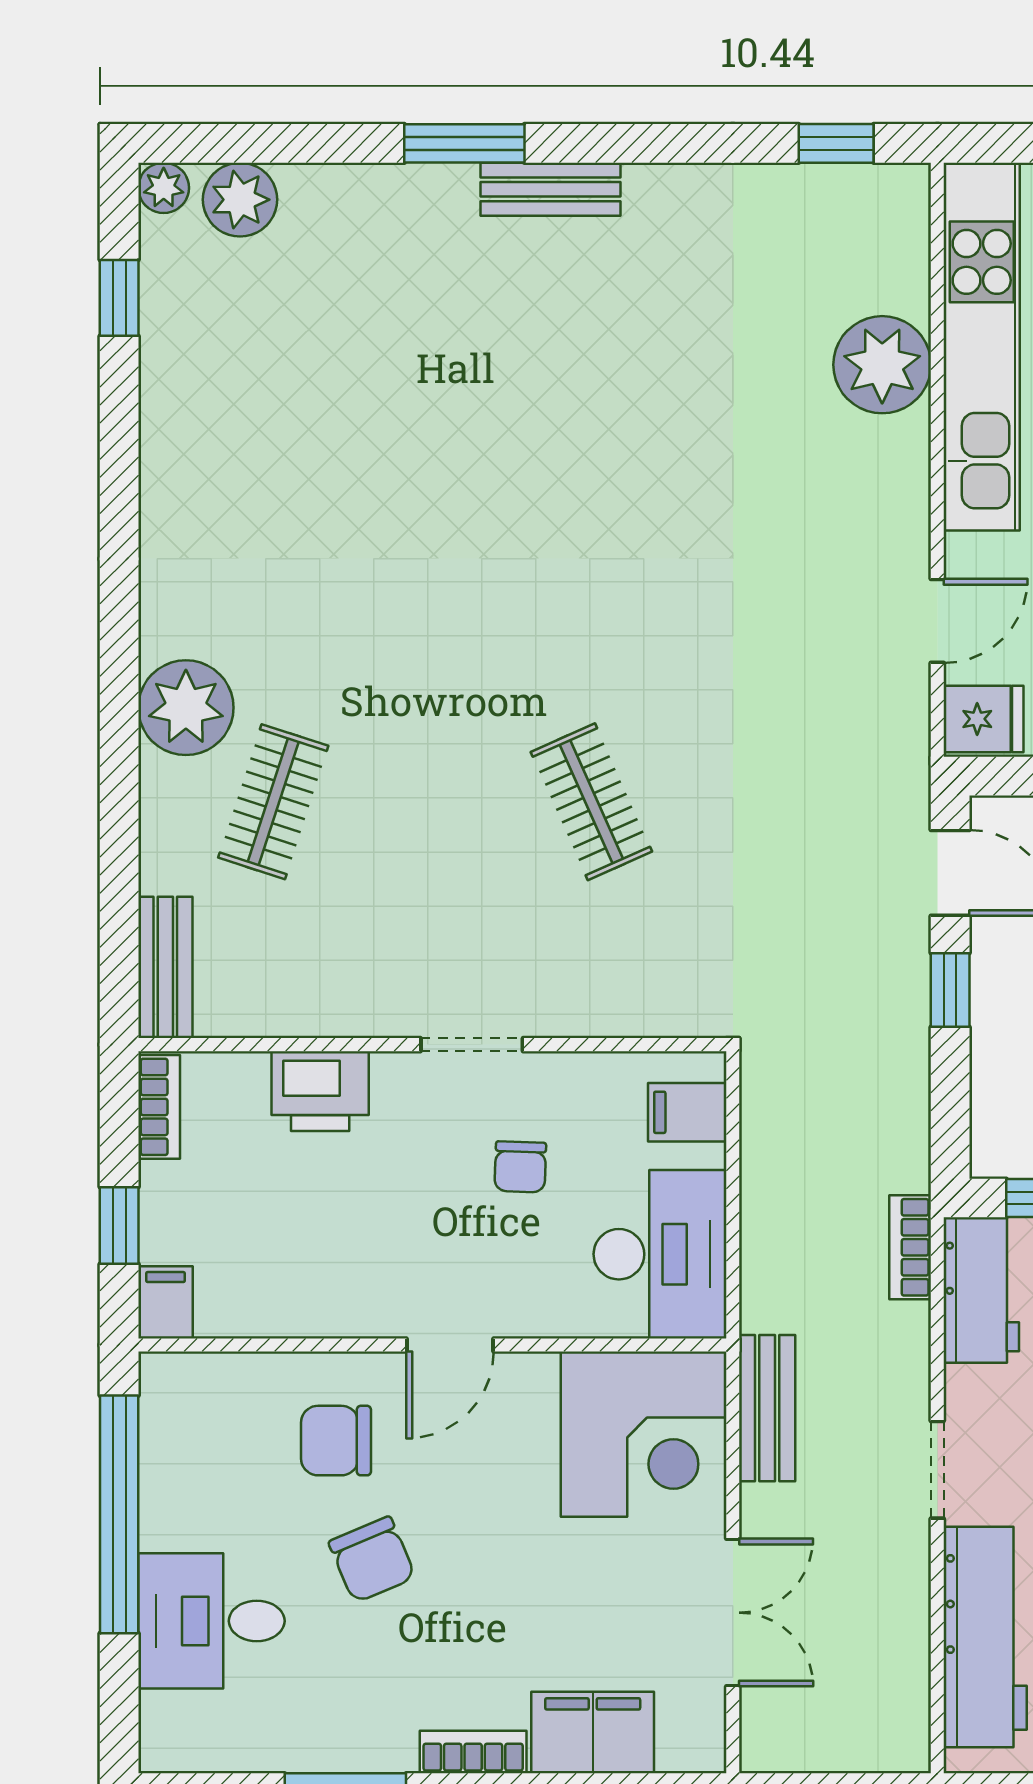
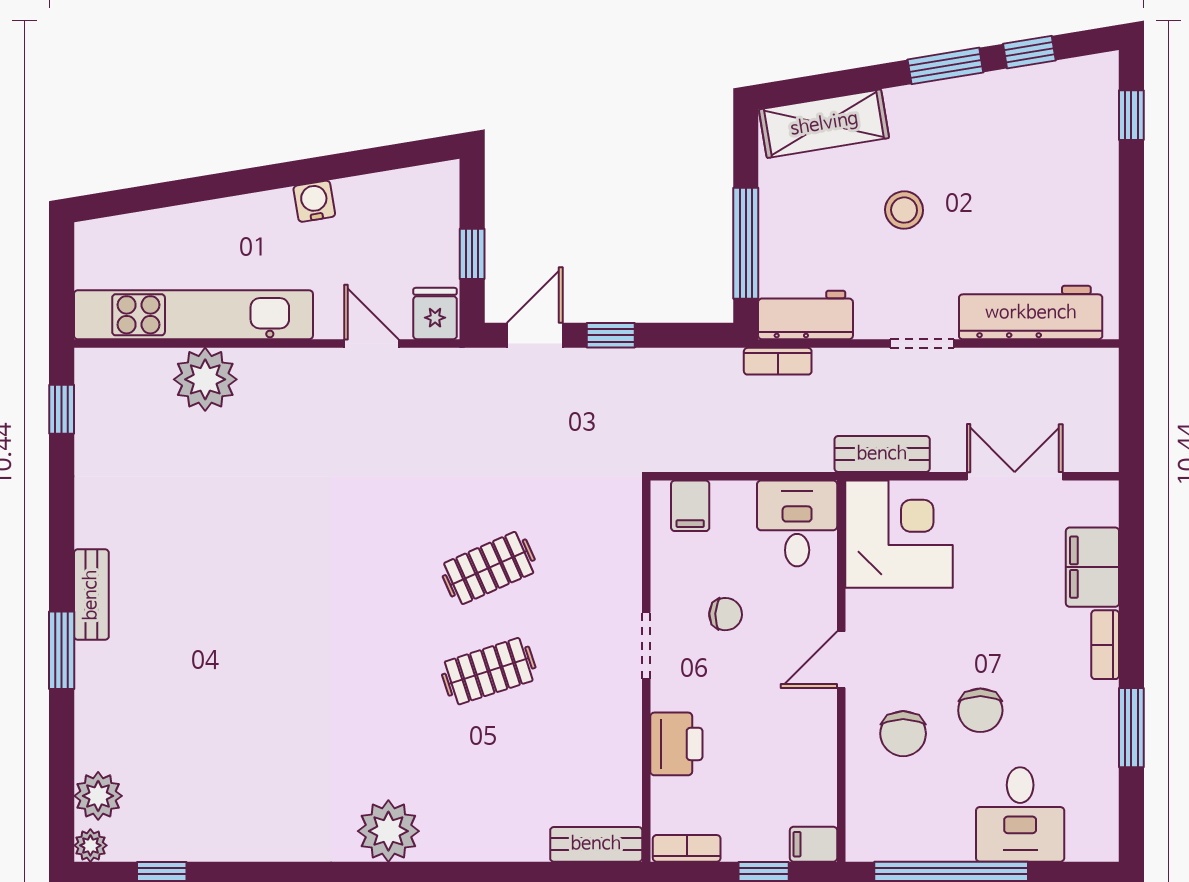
plant: (186, 708) -> (388, 831), moved
clothes rail: (273, 802) -> (489, 671), moved, turned -36
desk: (660, 1254) -> (797, 523), width x0.73
door: (450, 1345) -> (841, 660), swing flipped
chair: (372, 1560) -> (980, 710), turned 113

